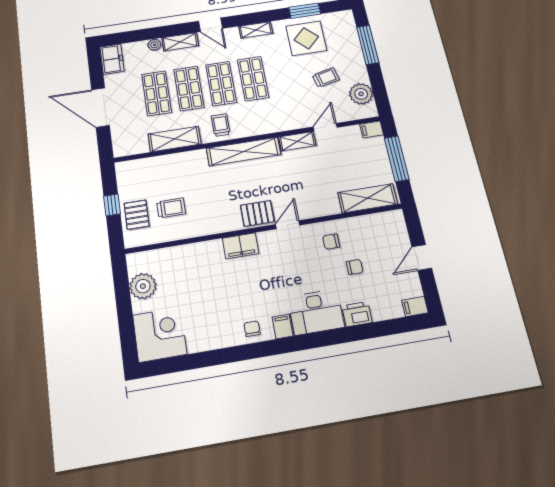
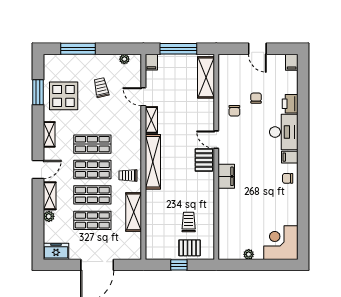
plant: (361, 94) -> (124, 59), width x0.53, depth x0.53
plant: (143, 286) -> (249, 254), width x0.53, depth x0.53

